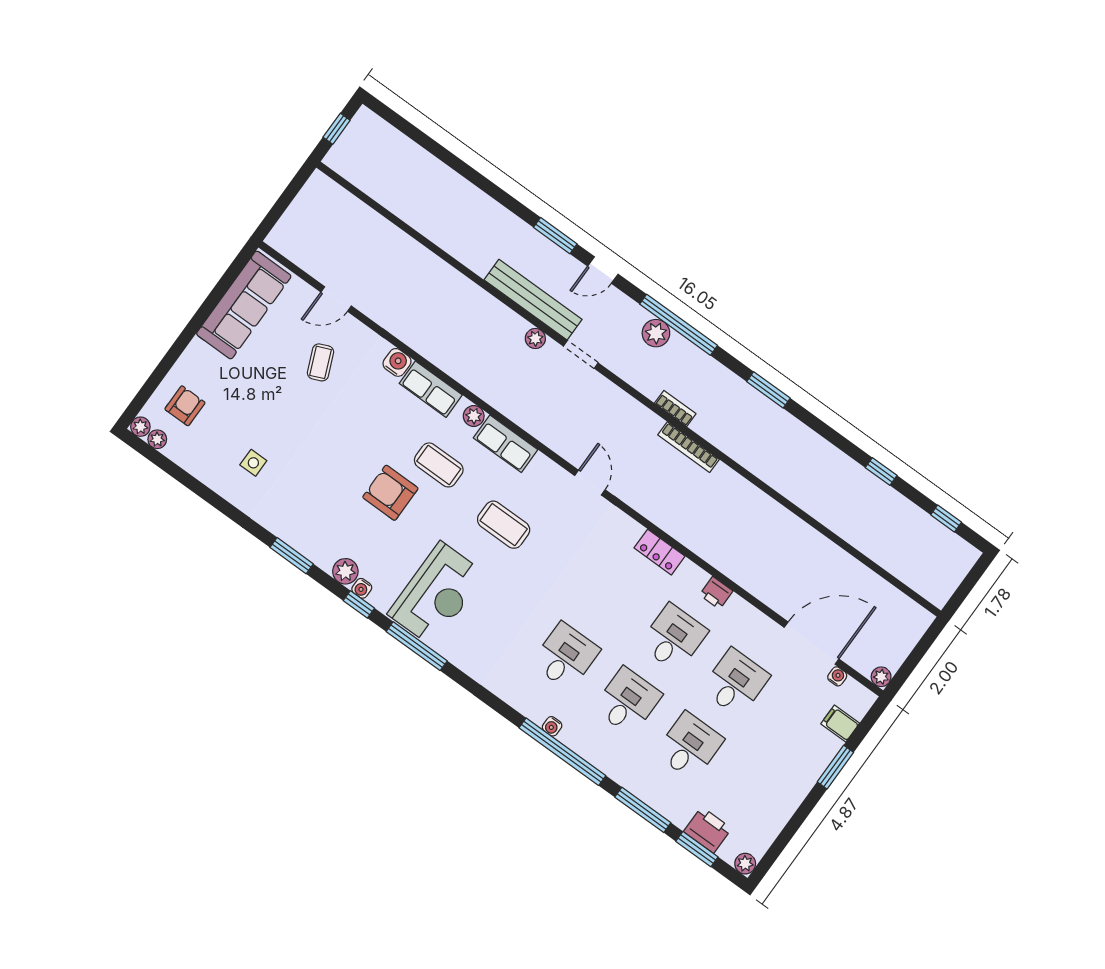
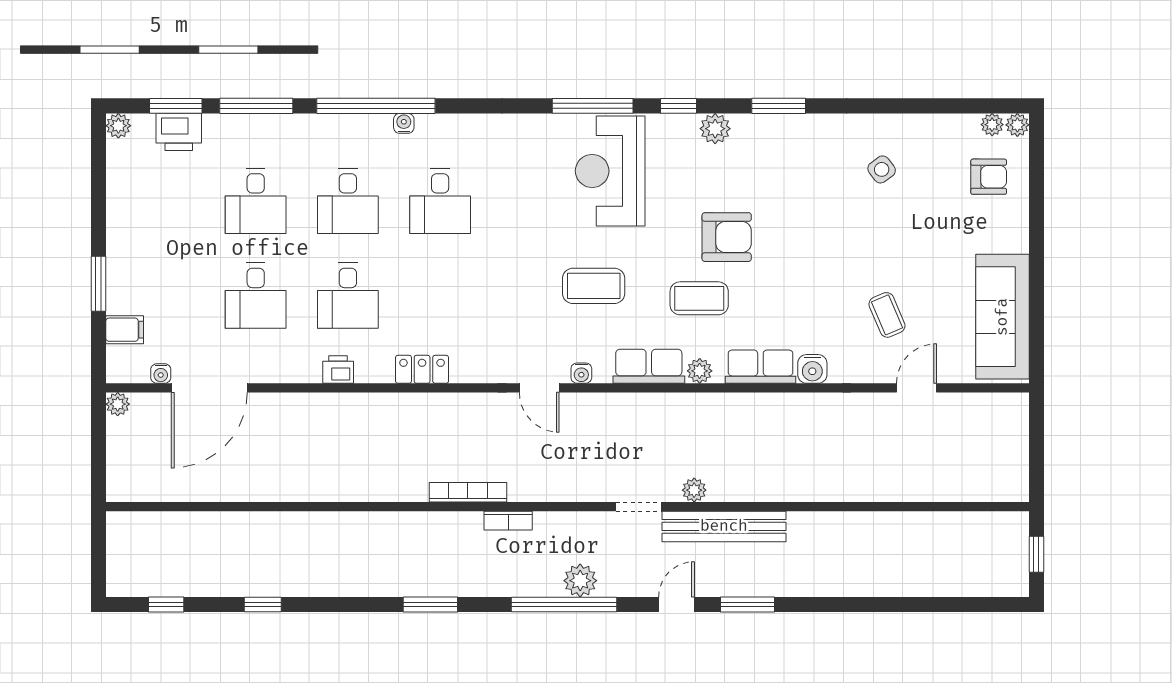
armchair: (185, 406) -> (989, 177), turned -90
side table: (253, 463) -> (882, 169), turned -37
water cooler: (362, 588) -> (581, 373), moved, turned 180

